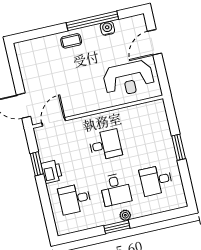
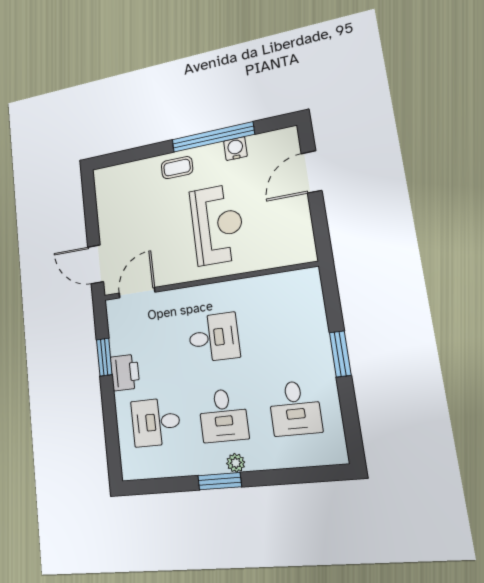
reception desk: (129, 79) -> (217, 224), moved, turned -90
desk: (156, 180) -> (295, 408), turned -90

